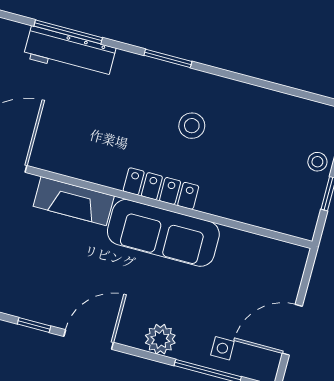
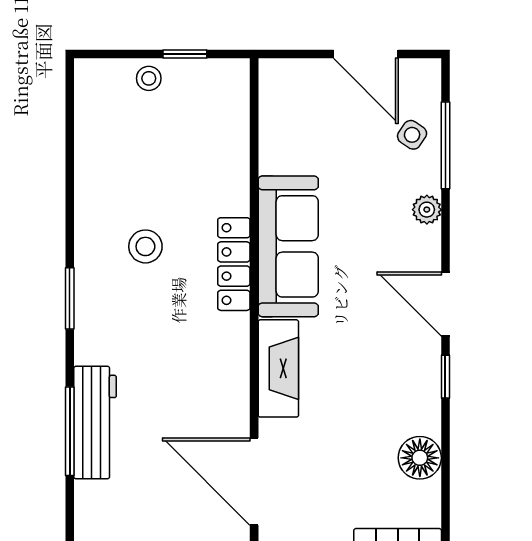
plant: (160, 339) -> (427, 210), width x0.73, depth x0.73
side table: (222, 348) -> (412, 135), turned 34

